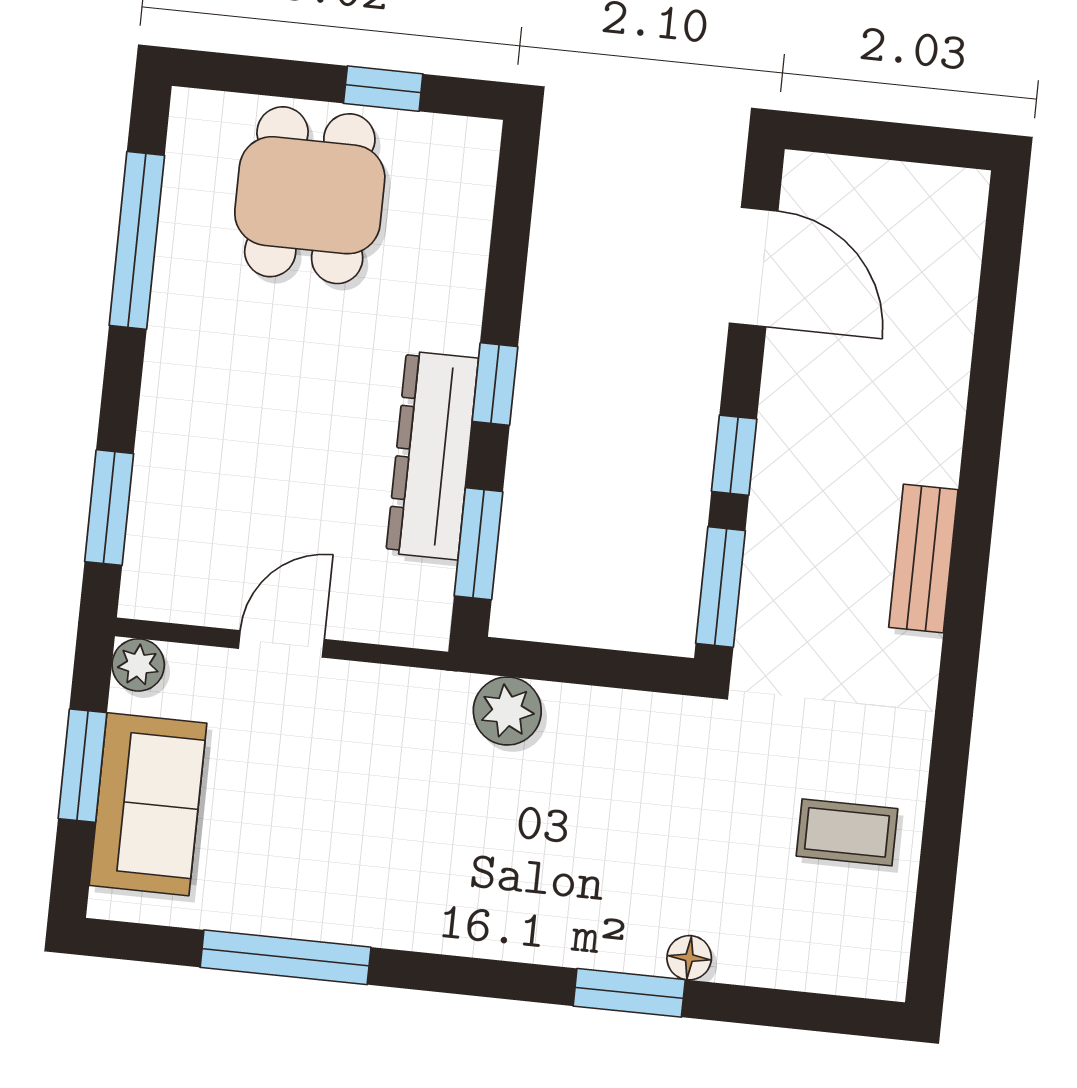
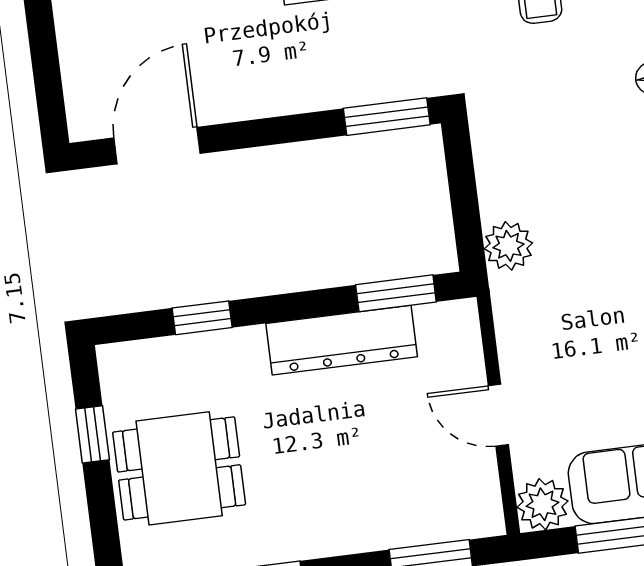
window: (495, 384) -> (202, 318), moved
window: (734, 455) -> (292, 129), removed
plant: (138, 665) -> (542, 504), width x1.38, depth x1.38

